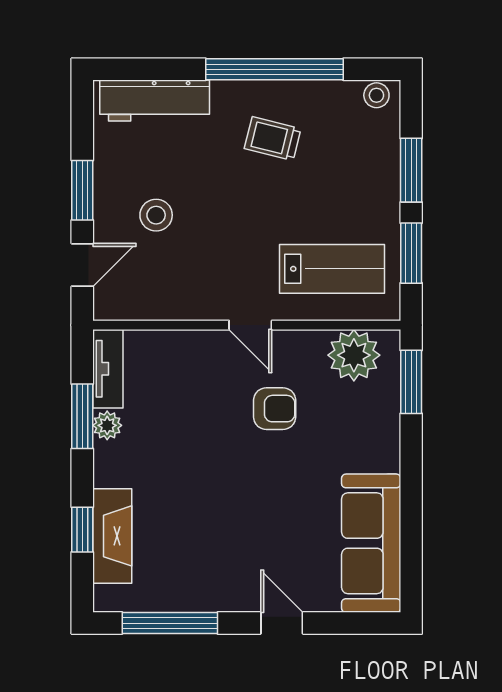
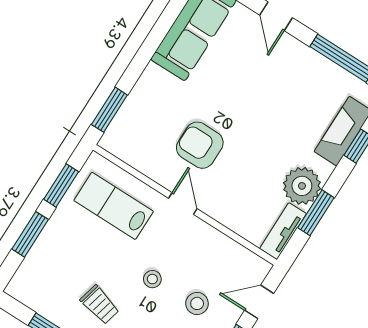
stool: (376, 95) -> (152, 279), moved
plant: (354, 355) -> (133, 147), removed
armchair: (275, 409) -> (200, 145), width x1.38, depth x1.38
plant: (107, 425) -> (302, 186), width x1.88, depth x1.88

